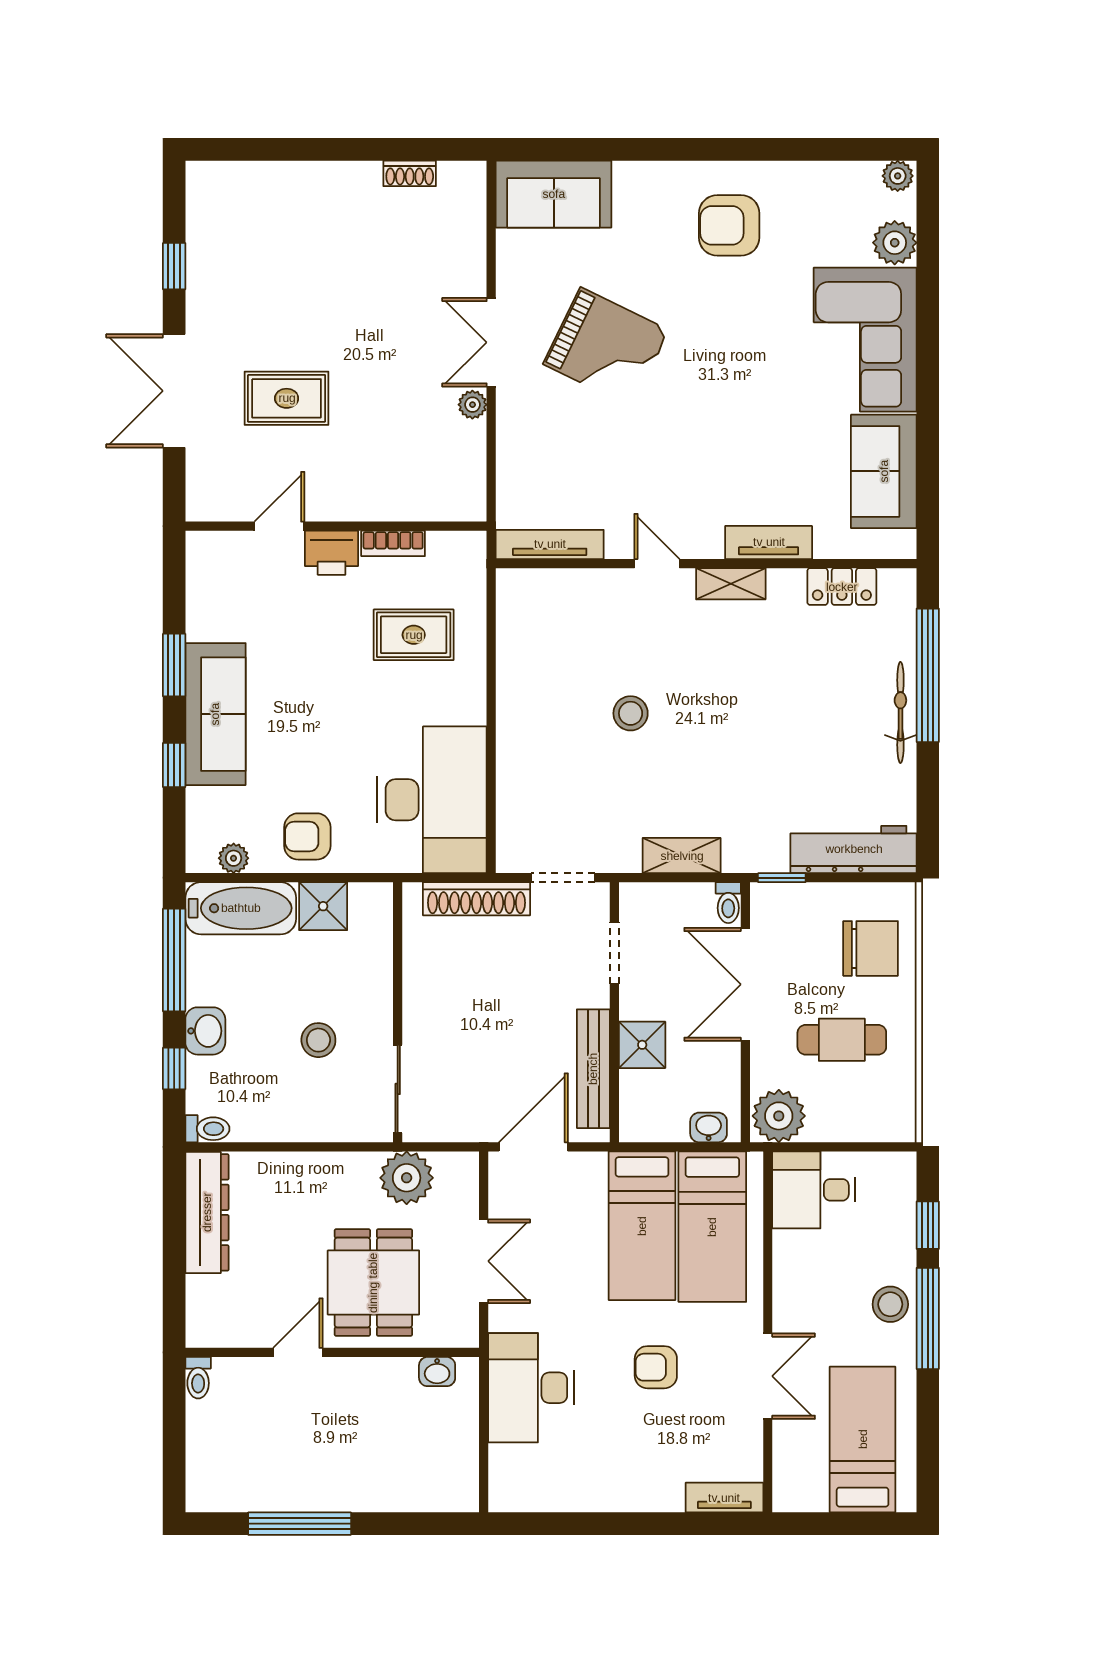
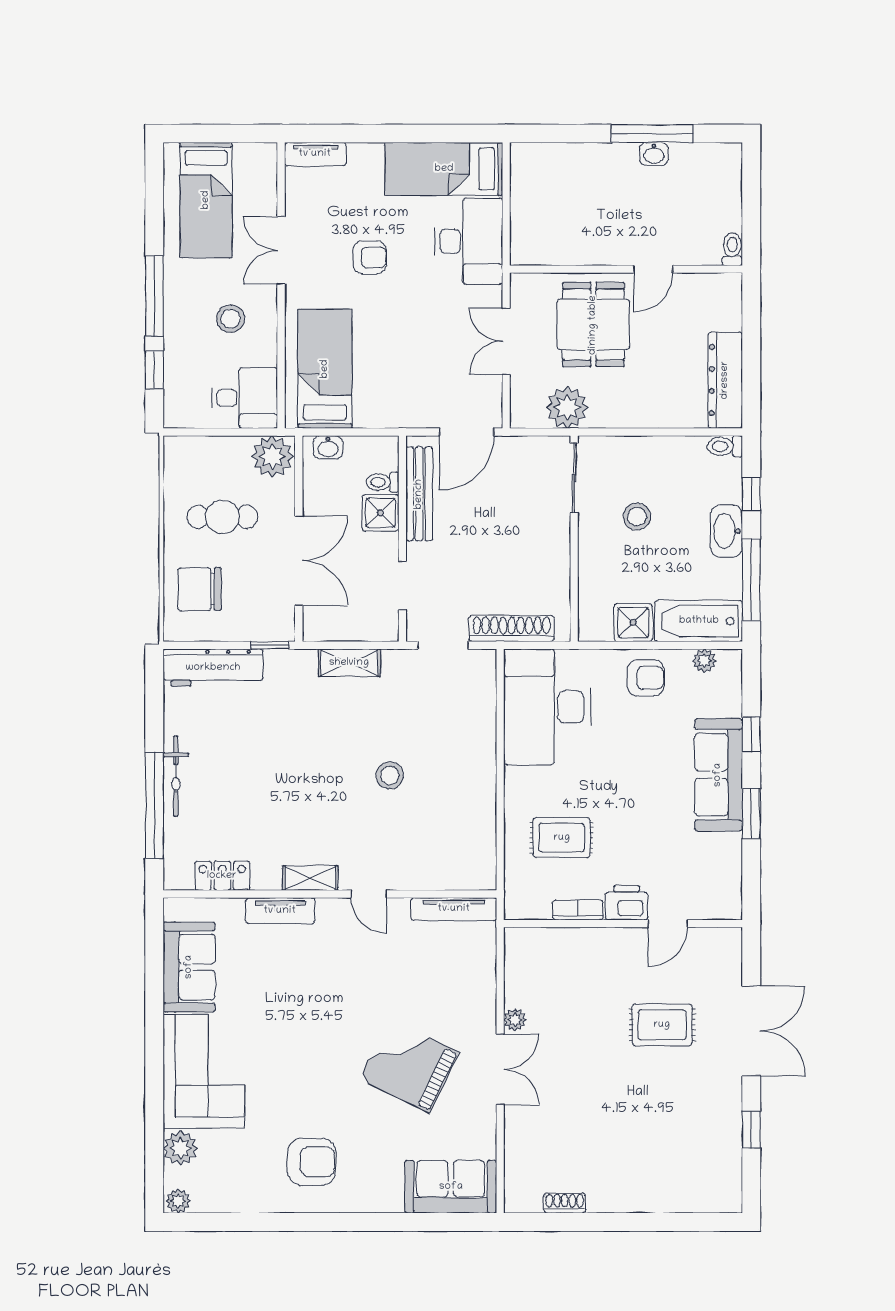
toilet: (728, 903) -> (383, 482), moved, turned -90
washbasin: (205, 1031) -> (727, 531), width x1.38
bed: (642, 1226) -> (444, 169), moved, turned -90
stool: (890, 1304) -> (230, 319), moved
washbasin: (437, 1372) -> (654, 154), moved, turned 180

